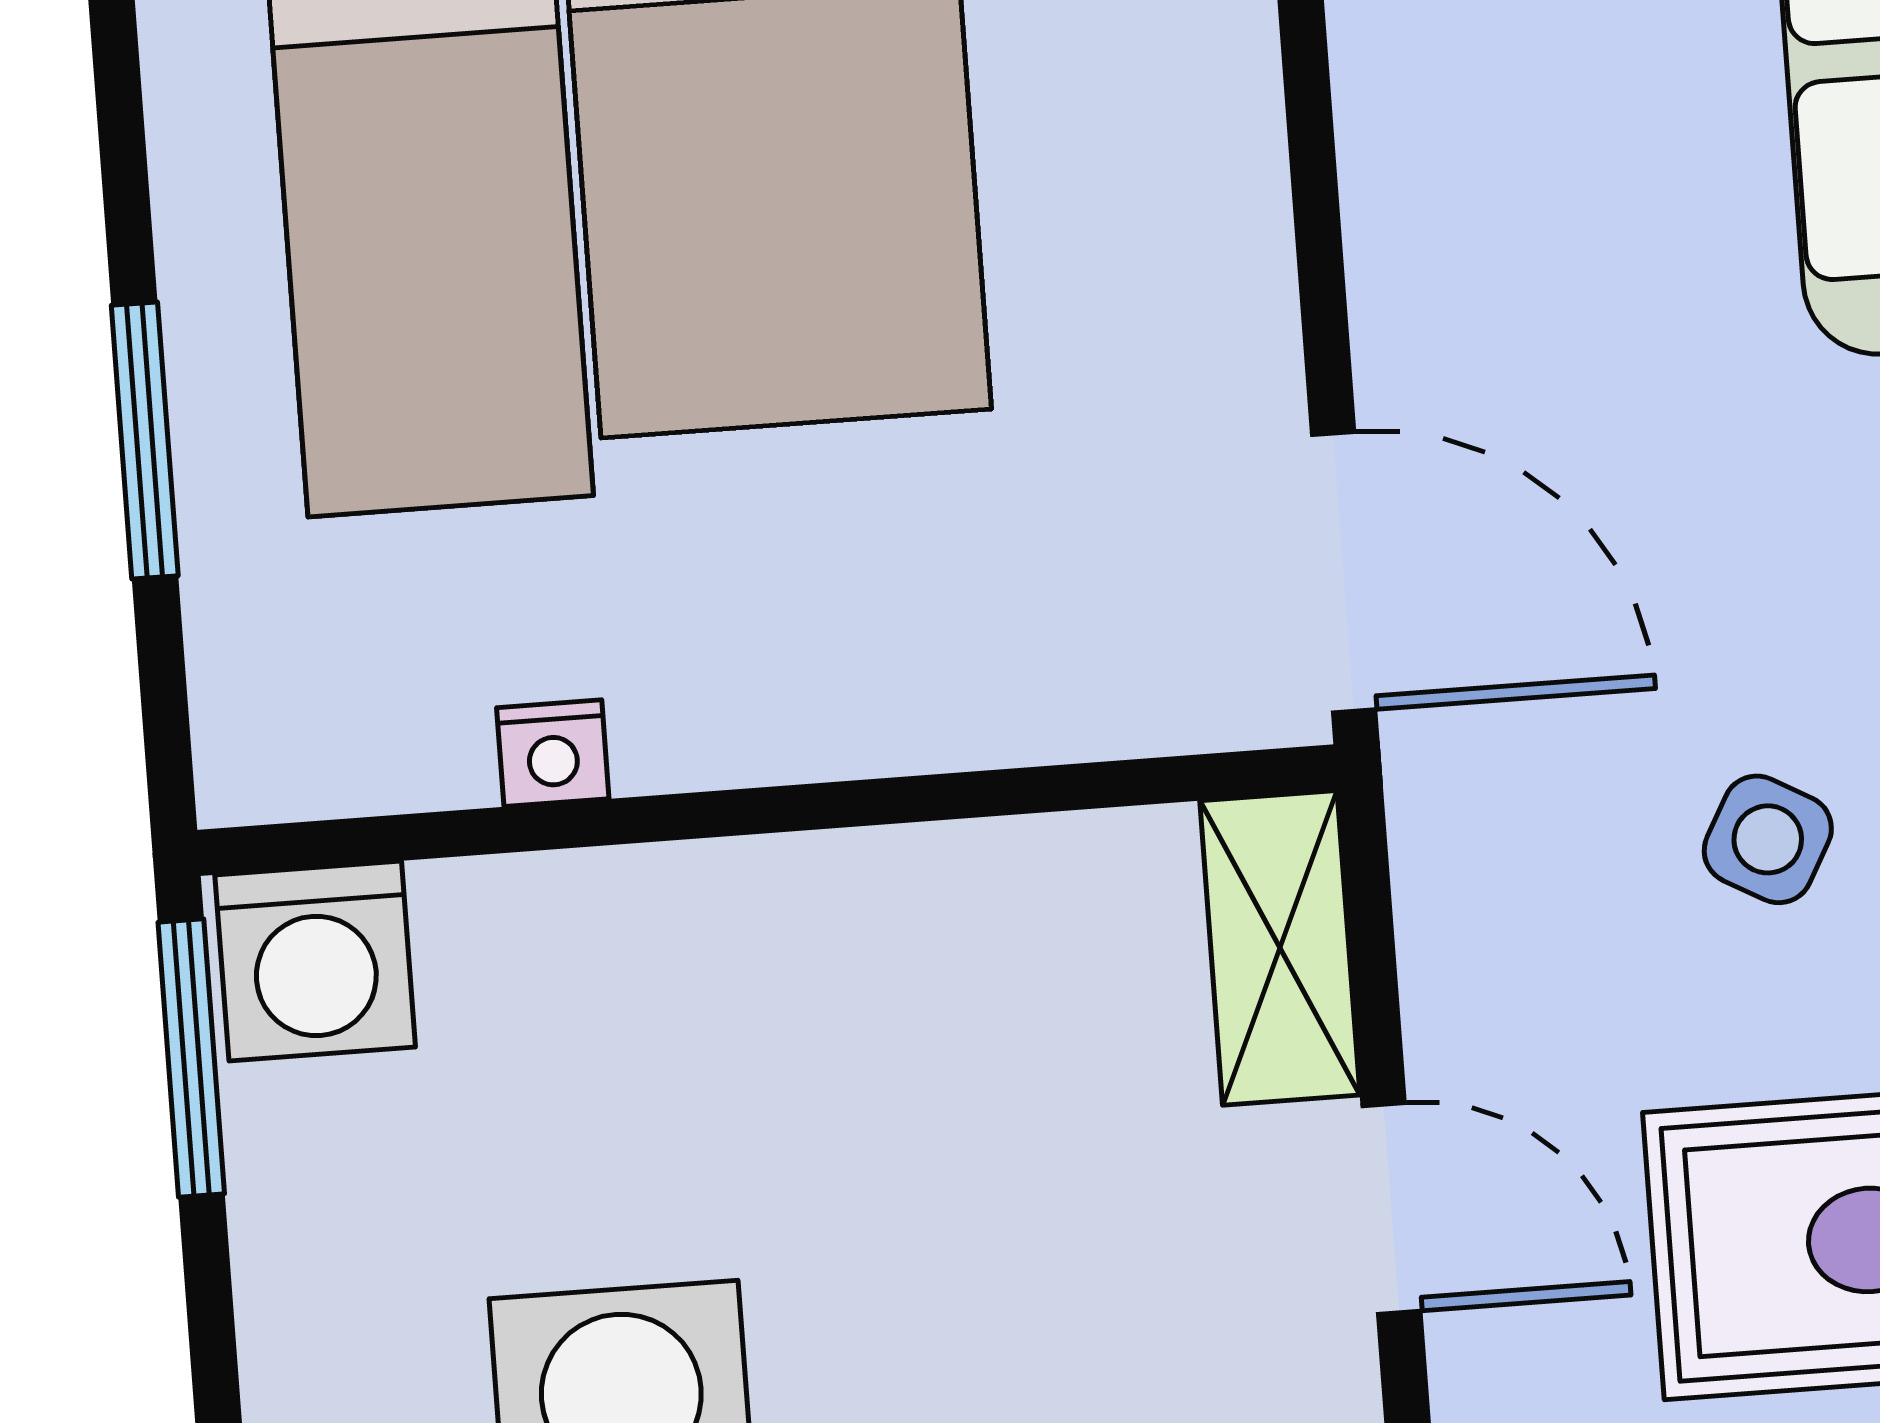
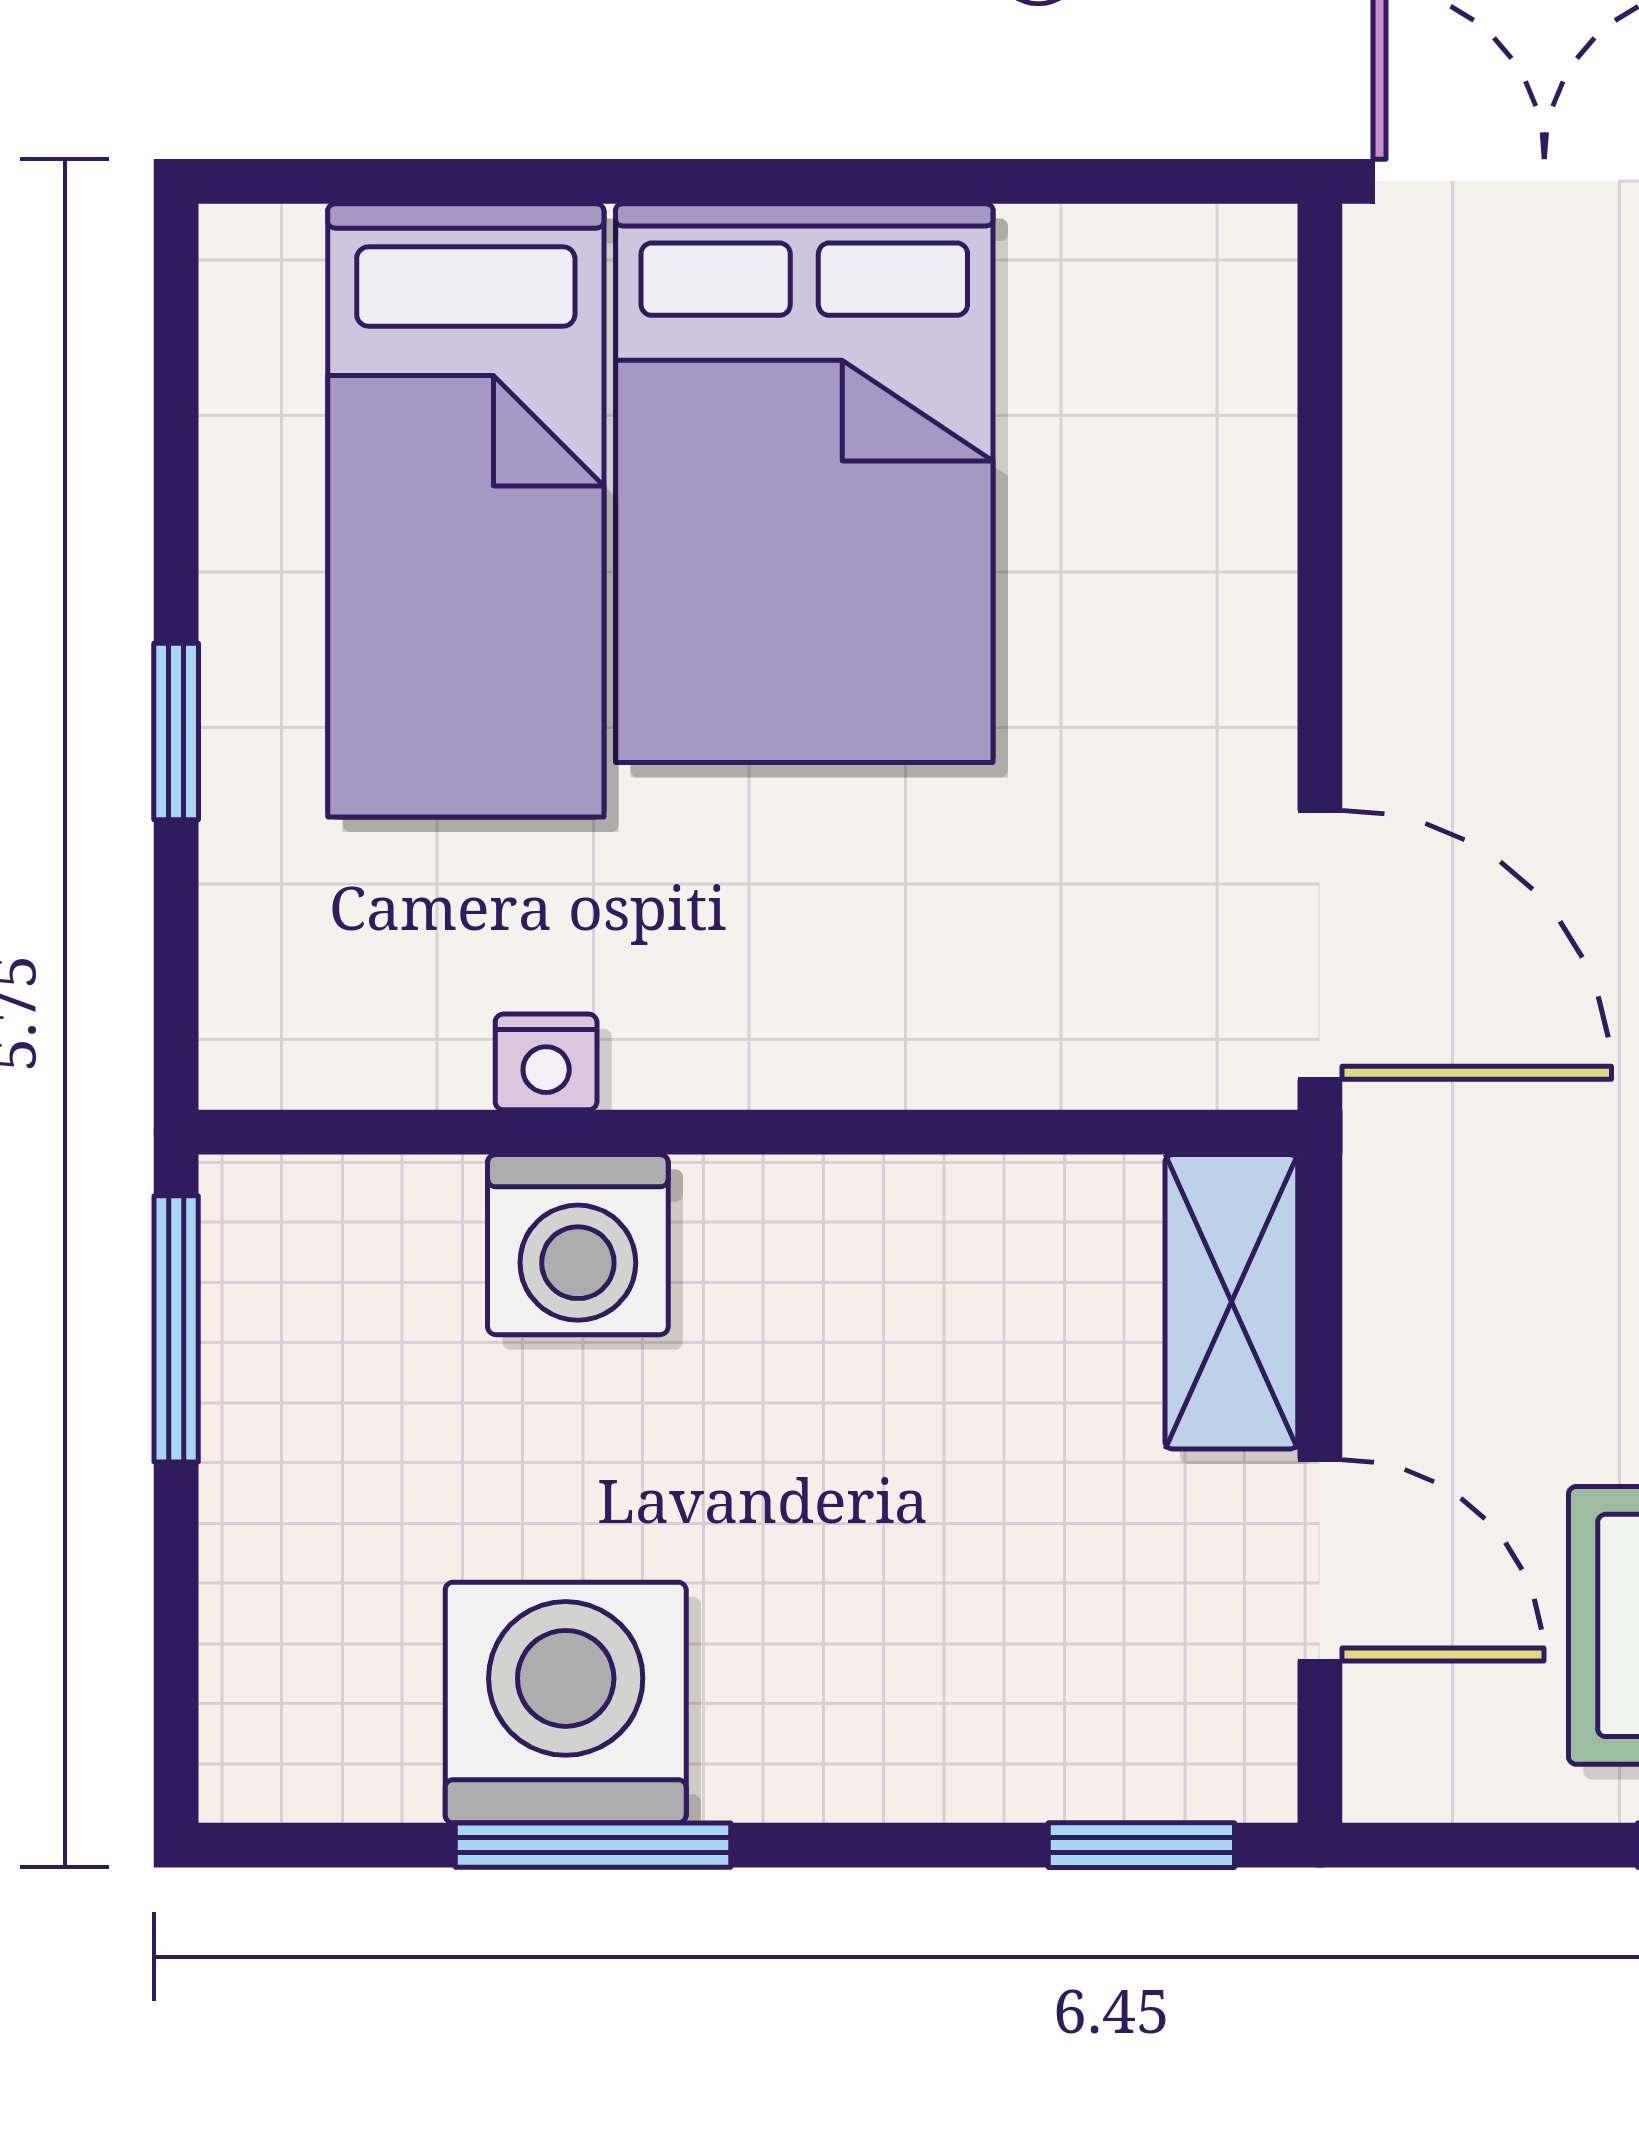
window: (145, 440) -> (176, 732), width x0.67
washing machine: (315, 961) -> (578, 1245), moved

